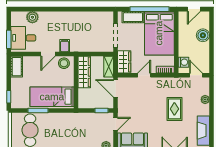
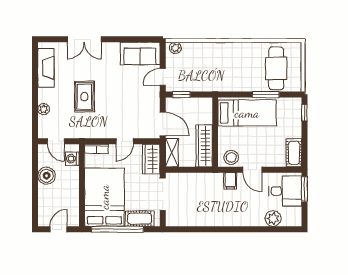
boiler: (203, 35) -> (47, 176), moved
door: (48, 54) -> (252, 170), swing flipped

